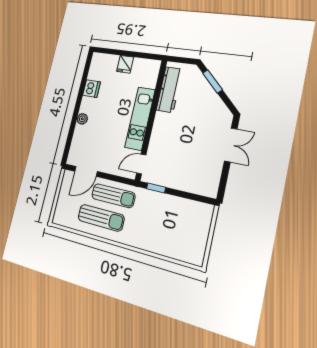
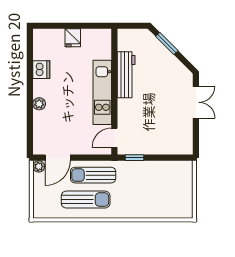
workbench: (169, 90) -> (126, 75), moved
plant: (68, 176) -> (39, 166), added
sun lounger: (113, 196) -> (93, 175), turned 180

